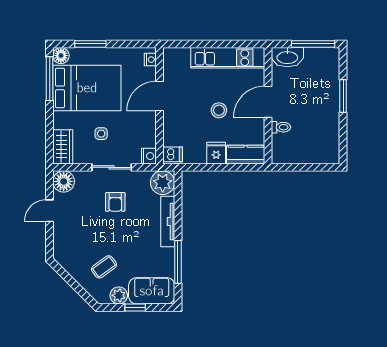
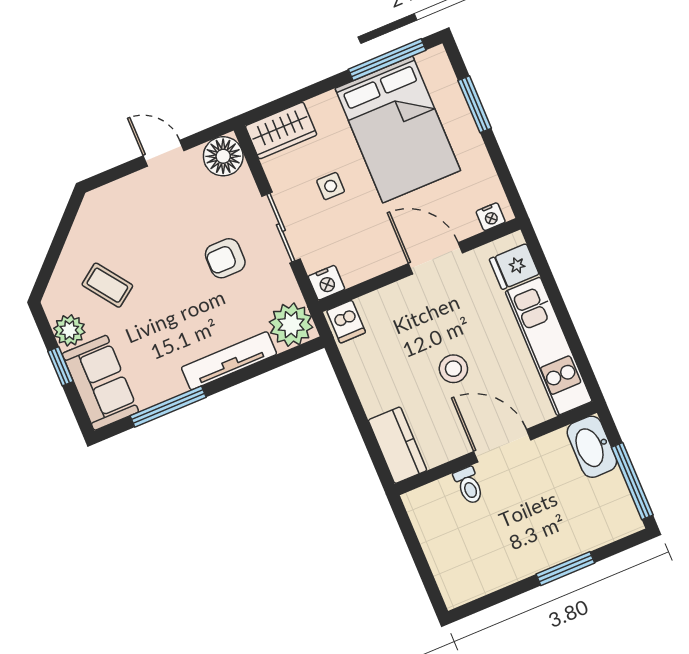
floor lamp: (61, 56) -> (434, 63), removed
fridge: (216, 153) -> (514, 267), moved, turned 180

